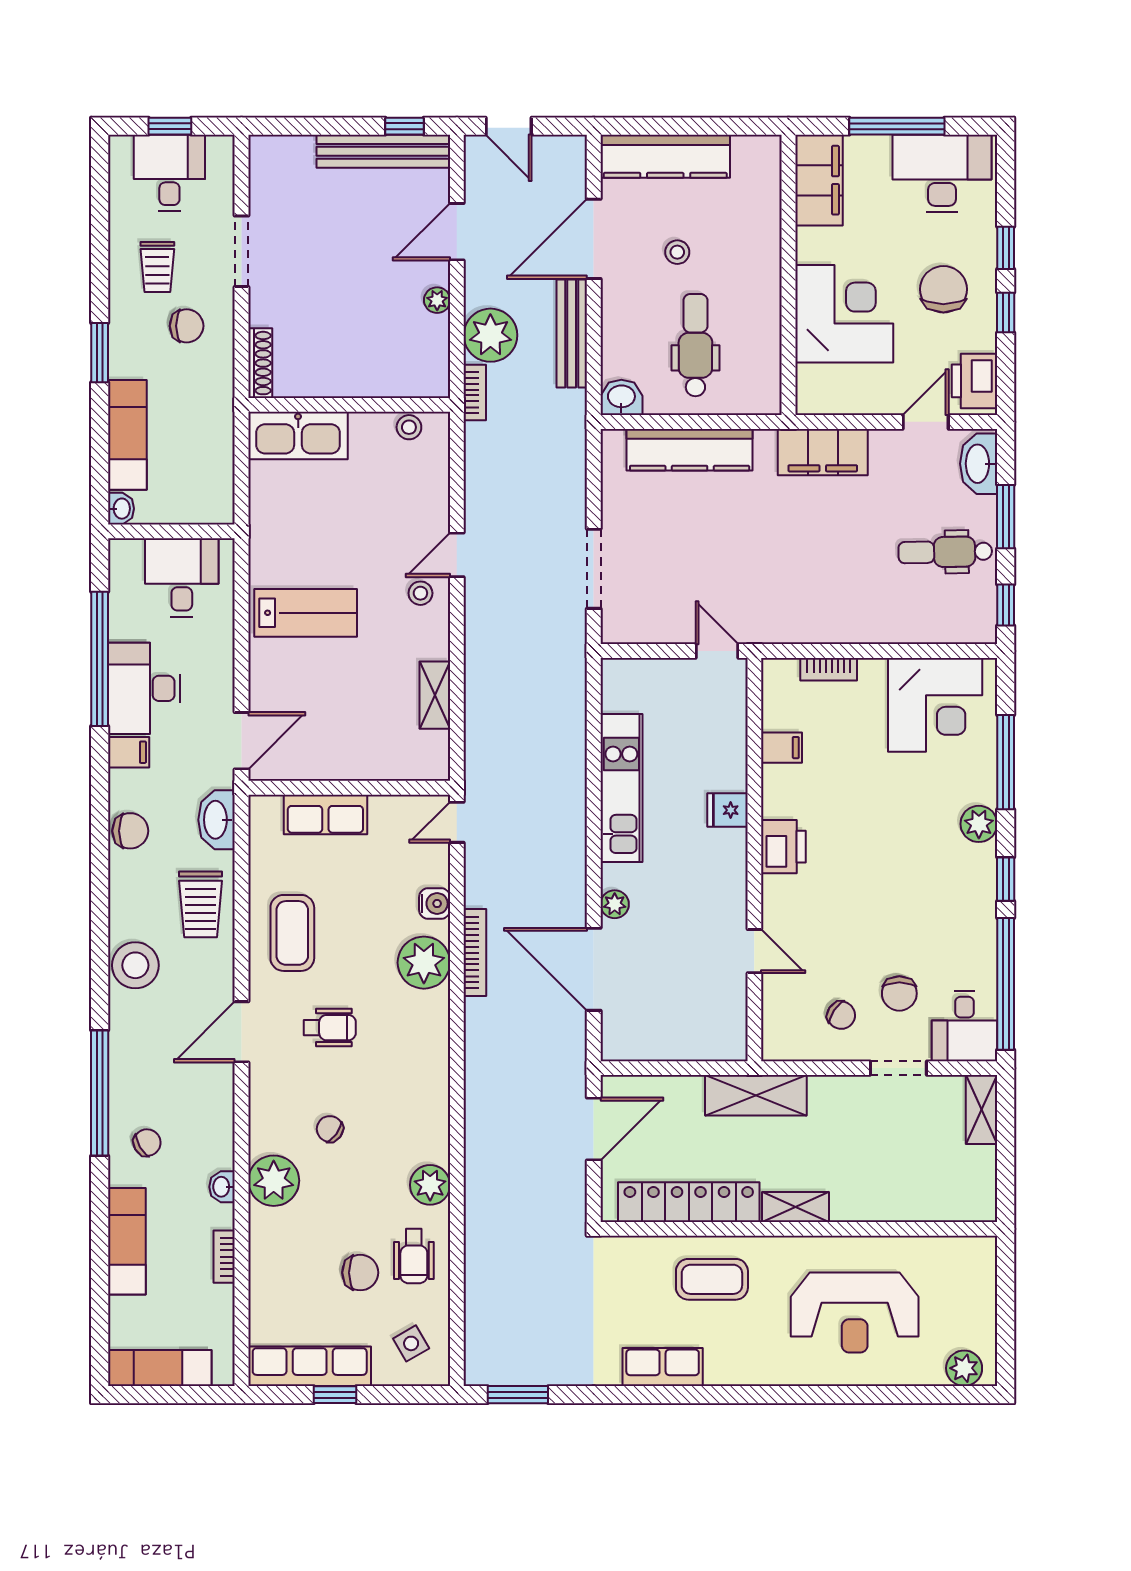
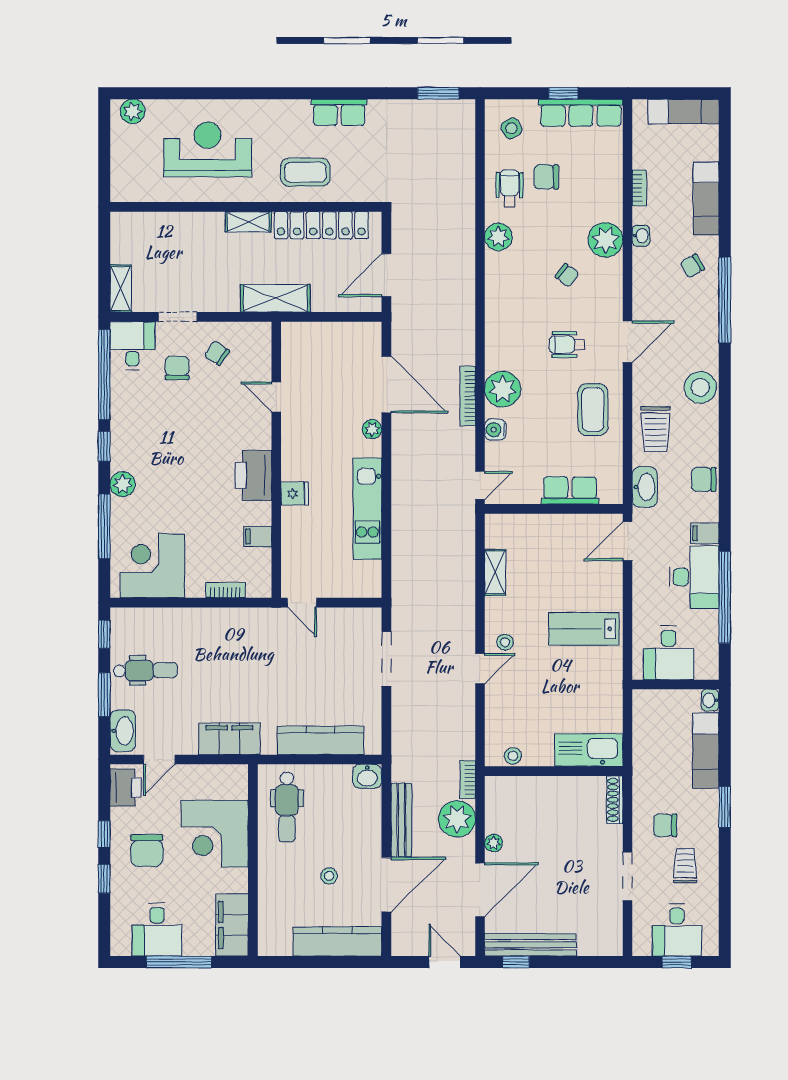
desk: (942, 174) -> (157, 930), width x0.73
door: (457, 232) -> (480, 890), width x1.36
dental chair: (695, 345) -> (287, 807), moved
printer: (783, 847) -> (254, 475), width x1.37, depth x1.19
trolley: (201, 904) -> (656, 429), turned 180

